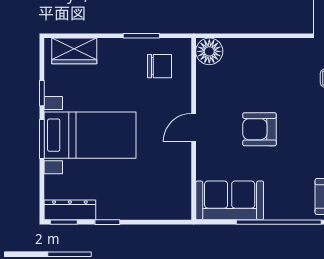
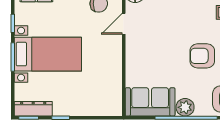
door: (194, 128) -> (124, 24), moved
armchair: (260, 129) -> (202, 56), moved
plant: (277, 208) -> (185, 107), added

